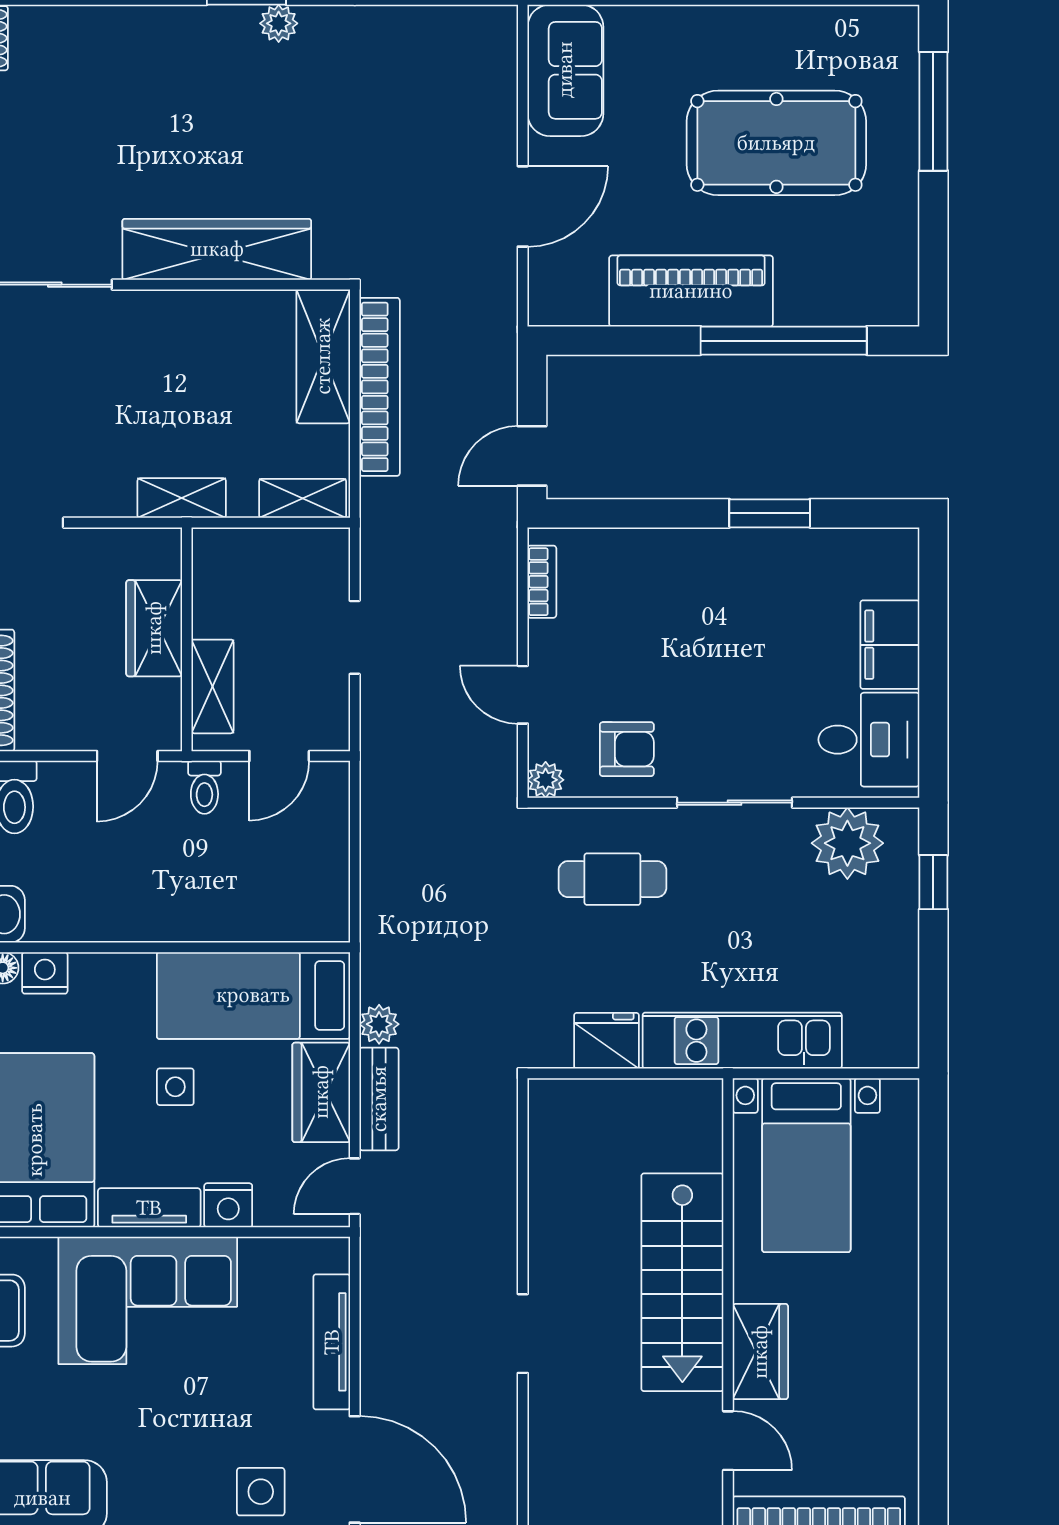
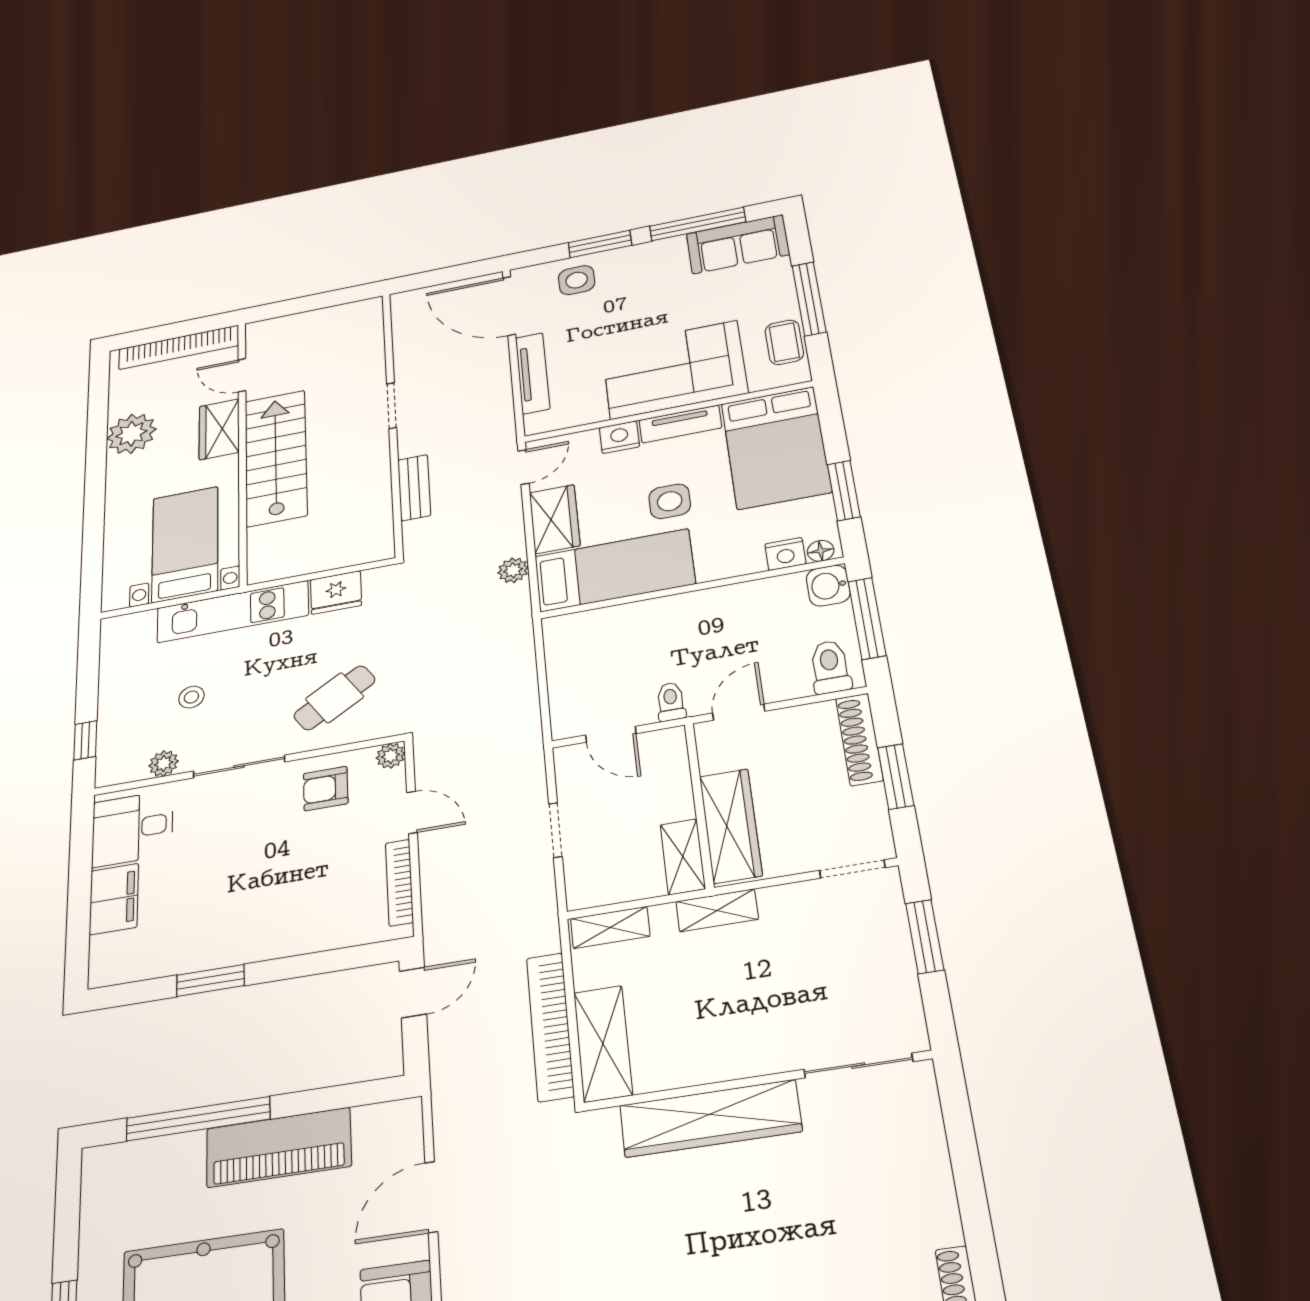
bookcase: (542, 582) -> (399, 882), width x1.56
wardrobe: (154, 628) -> (731, 826), width x1.50
shelving: (212, 686) -> (683, 857), moved
door: (279, 756) -> (611, 734), swing flipped
plant: (847, 843) -> (164, 764), width x0.53, depth x0.53
cafe table: (612, 879) -> (335, 698), turned -33
stool: (796, 919) -> (191, 697), added
side table: (175, 1087) -> (670, 501), width x1.37, depth x1.37
bench: (379, 1099) -> (414, 488), moved
plant: (884, 1374) -> (131, 434), added

